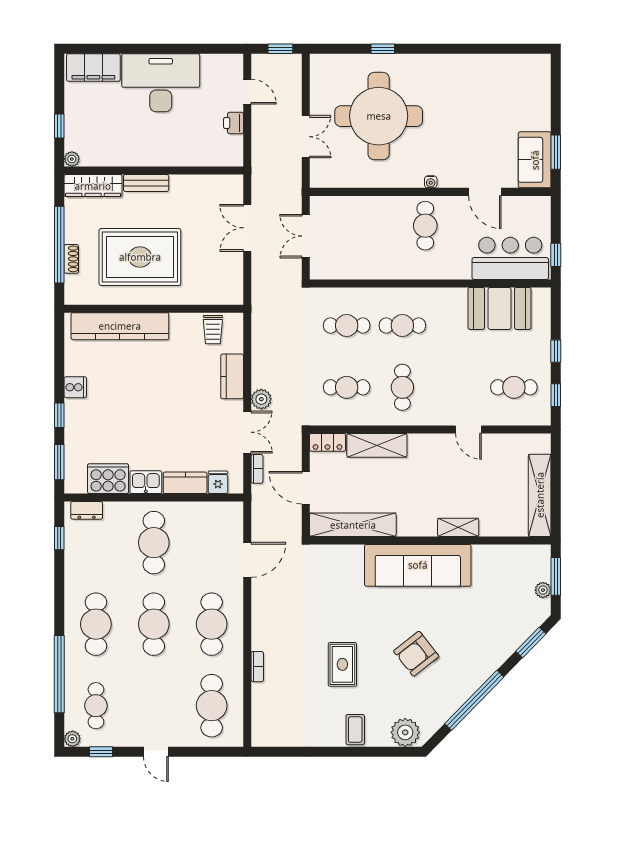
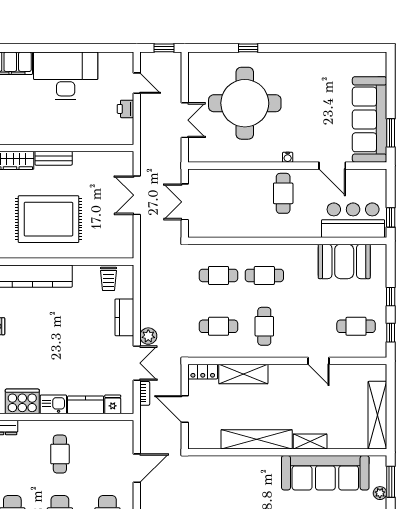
sofa: (535, 160) -> (370, 119), width x1.85, depth x1.27
shelving: (353, 525) -> (257, 439), moved
cafe table: (154, 543) -> (60, 454), width x0.73, depth x0.74
sofa: (418, 565) -> (325, 473), moved

